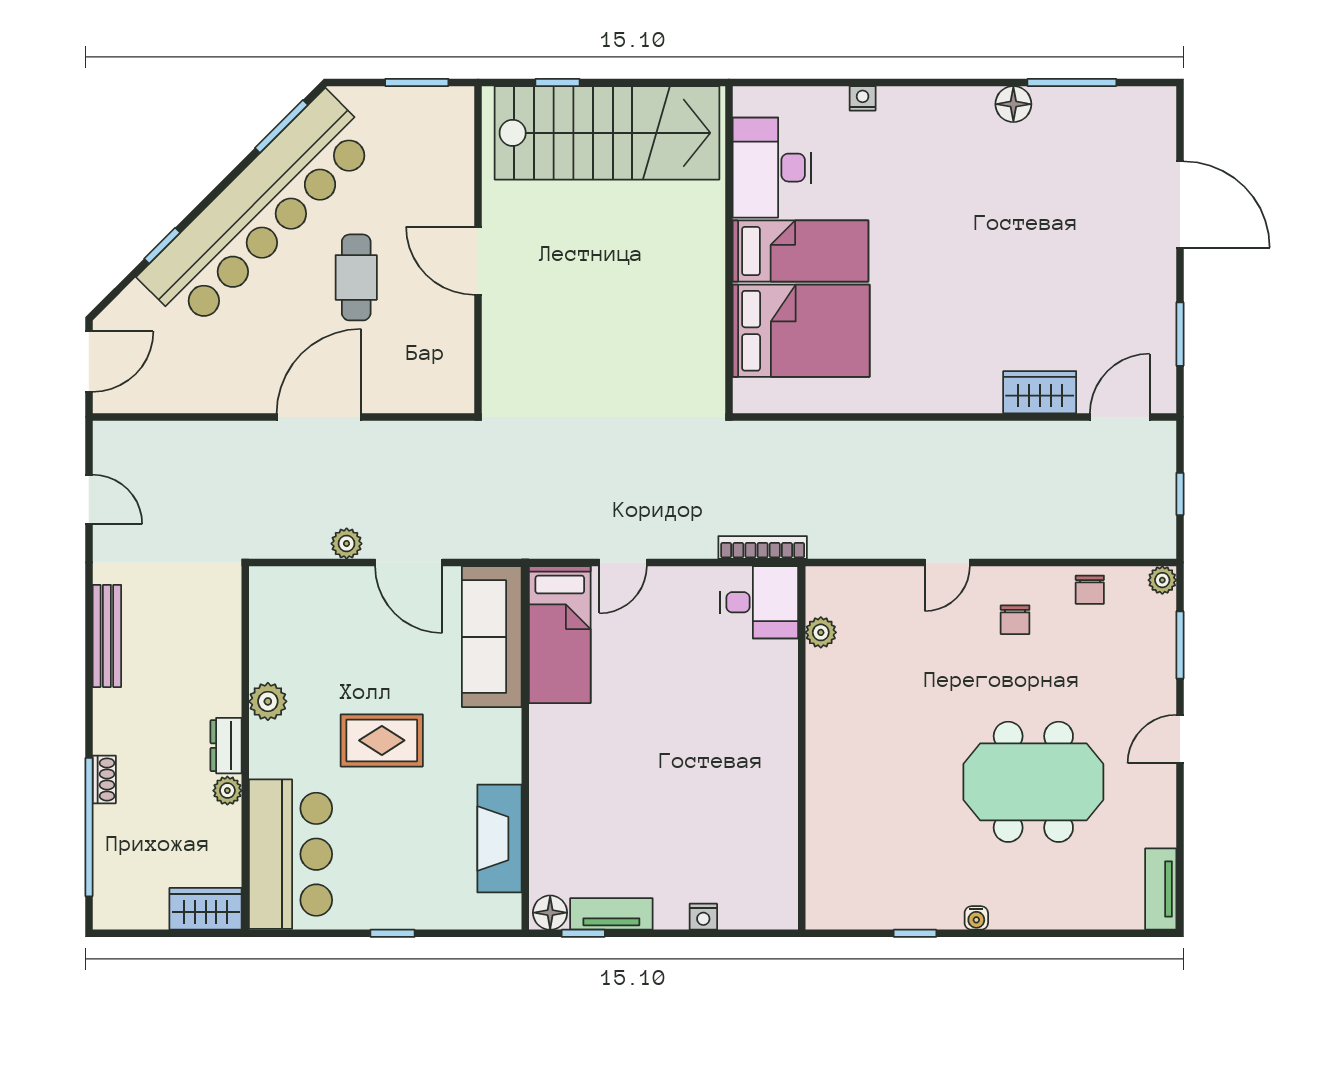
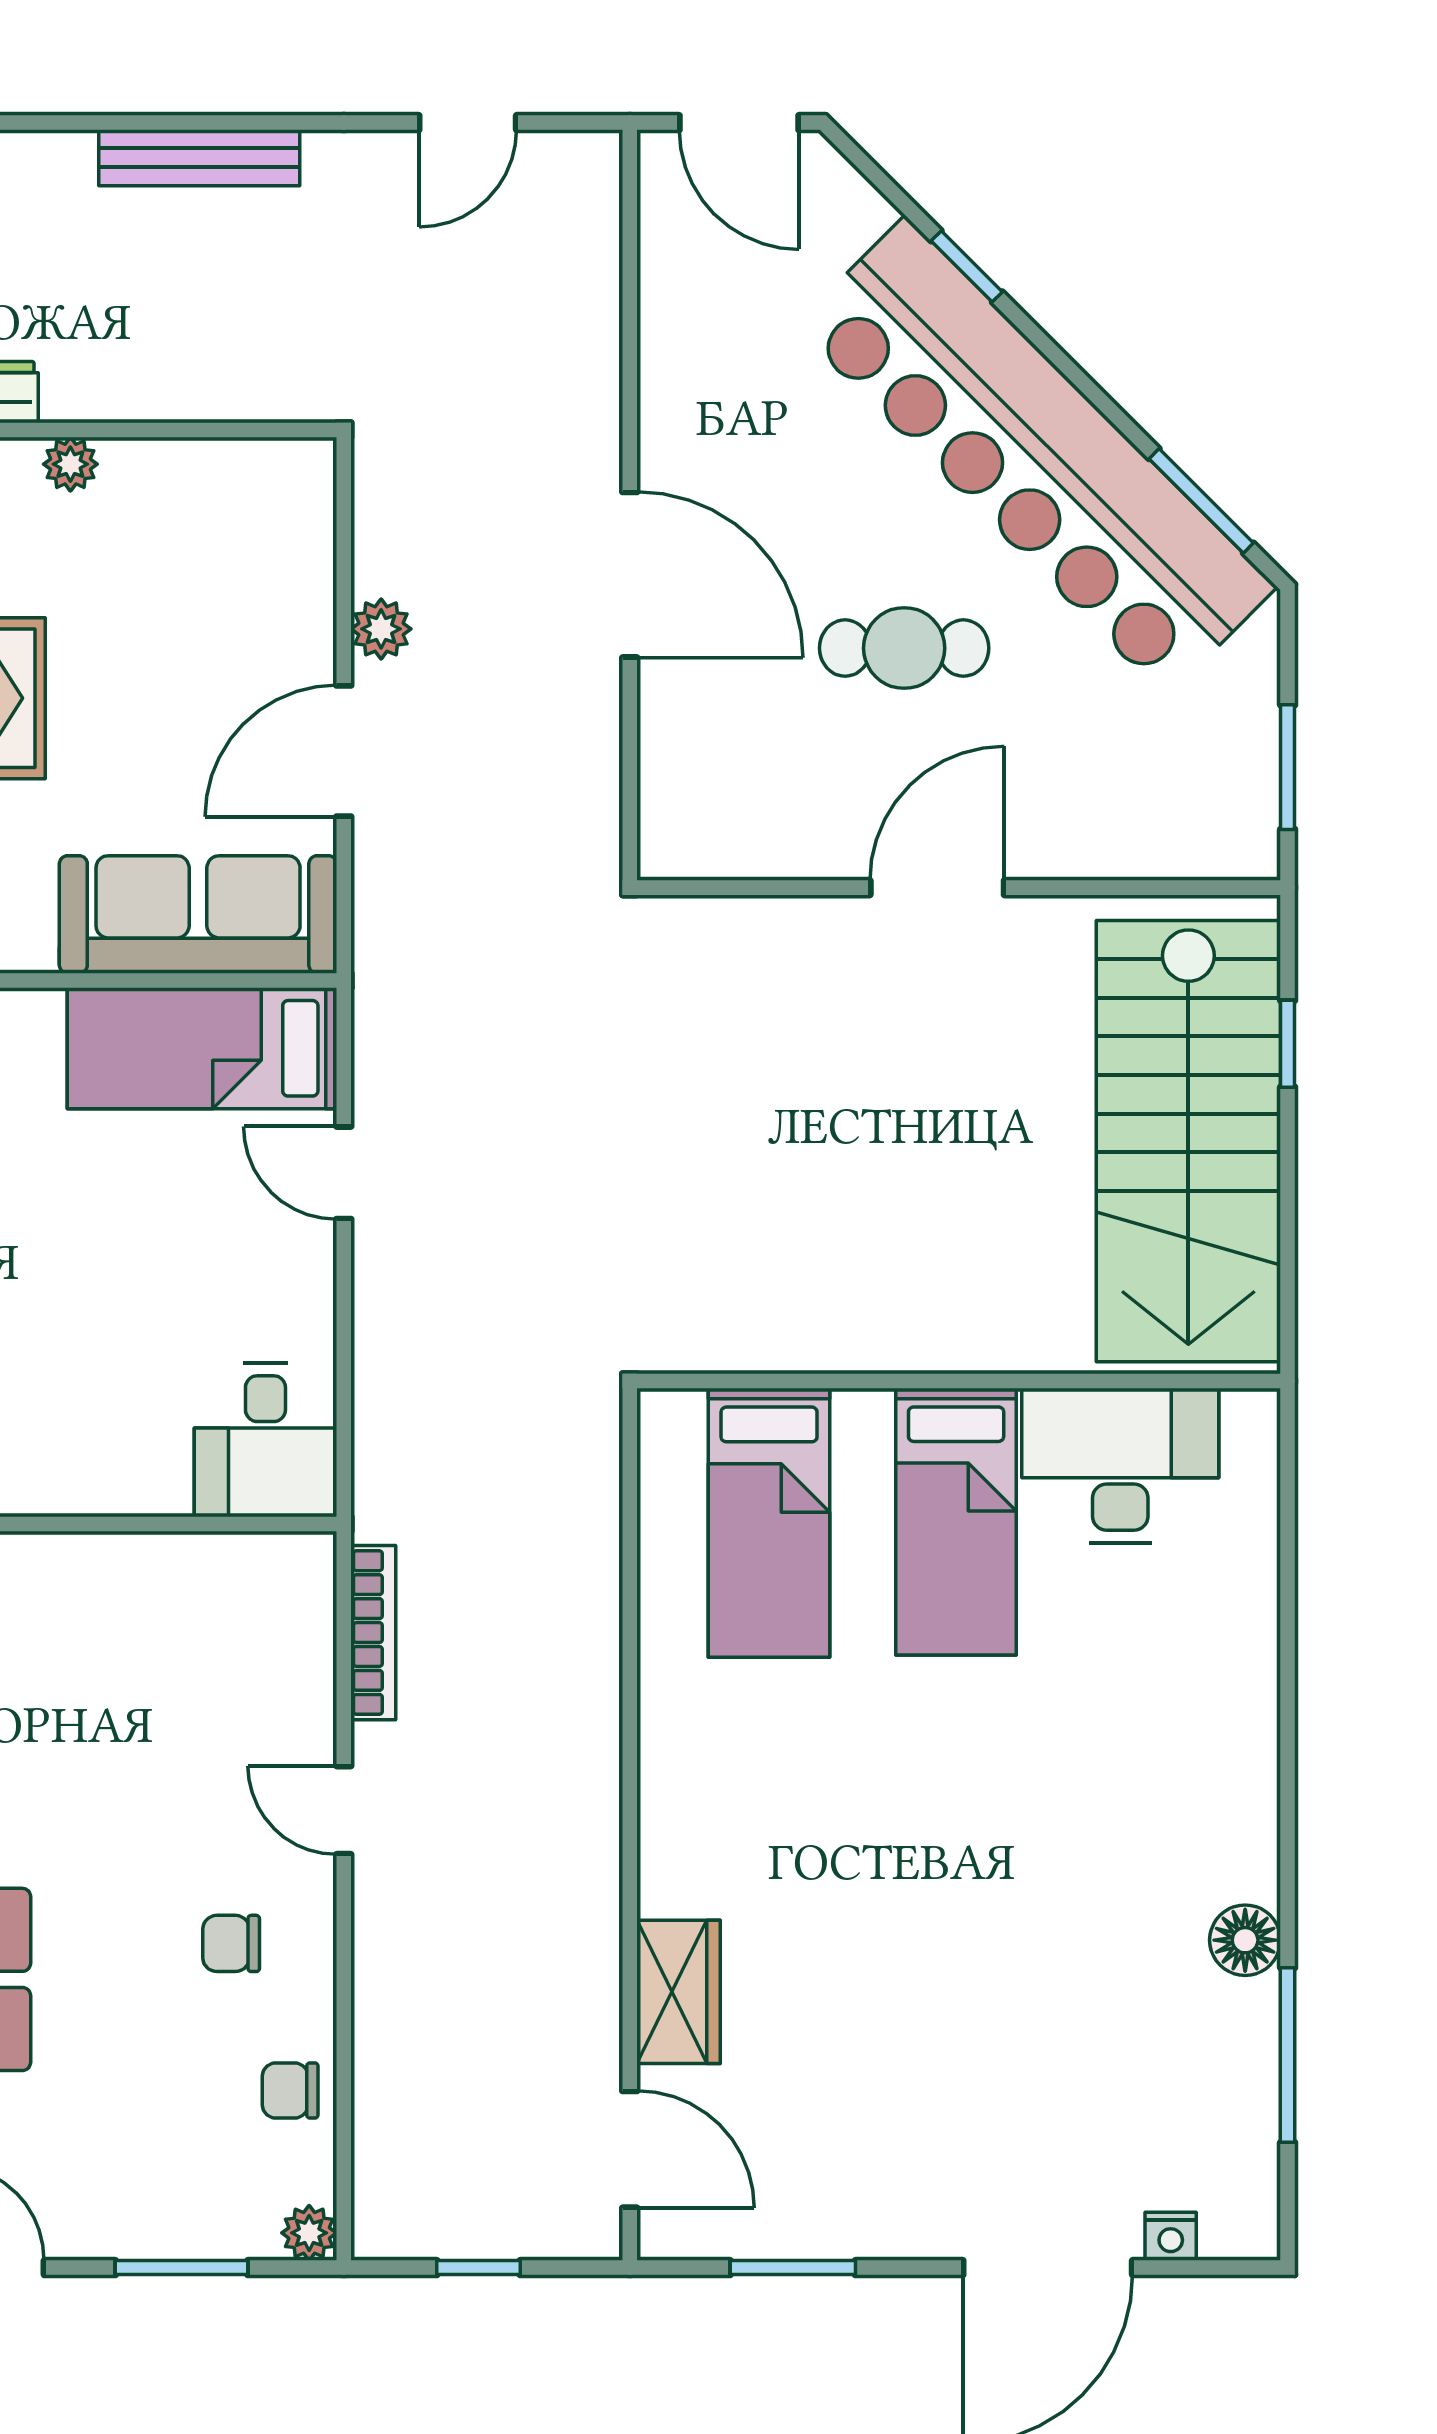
nightstand: (863, 98) -> (1171, 2236), moved, turned 90
bed: (801, 331) -> (769, 1523), width x0.67
bookcase: (763, 547) -> (373, 1633), moved
plant: (821, 632) -> (206, 1561), removed
plant: (268, 701) -> (70, 464), width x0.73, depth x0.73

